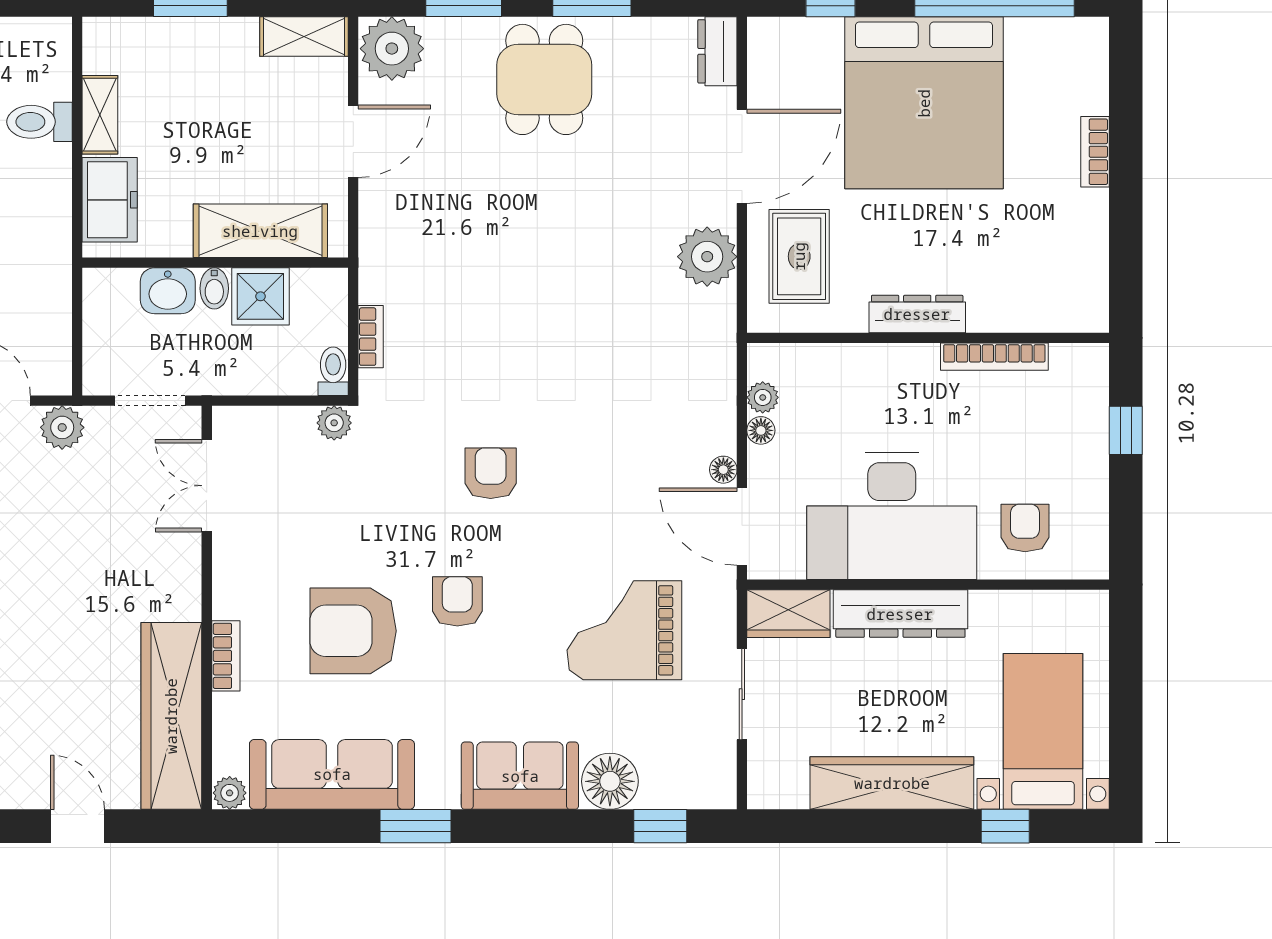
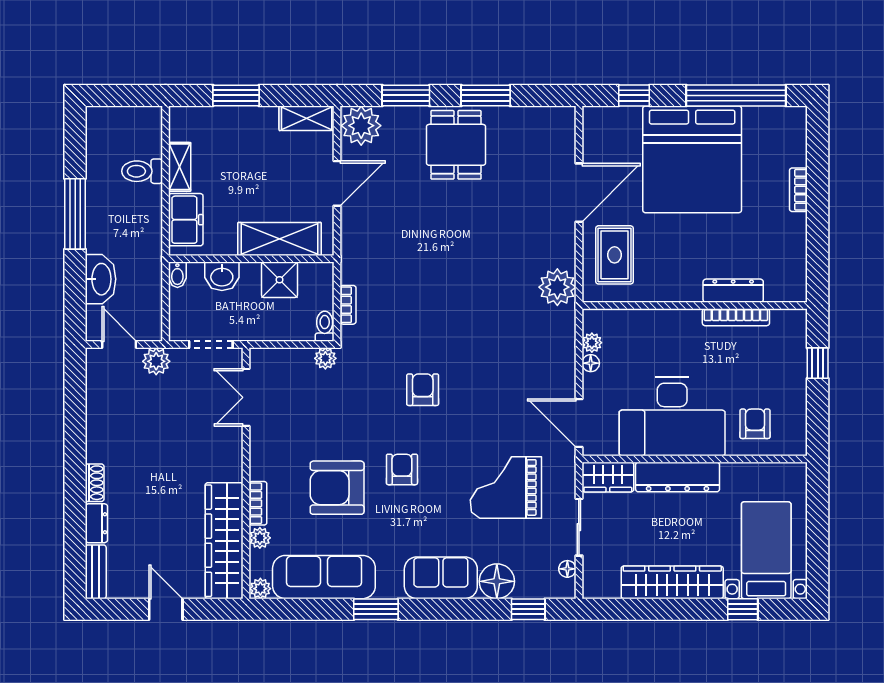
dresser: (717, 51) -> (564, 127), removed
plant: (707, 257) -> (557, 287), moved
bidet: (214, 288) -> (177, 275), moved
dresser: (917, 314) -> (733, 291), moved
floor lamp: (723, 470) -> (567, 569), moved
plant: (229, 711) -> (260, 538), added

